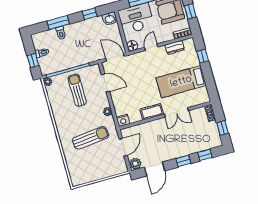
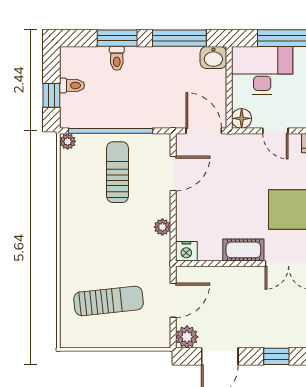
window: (90, 14) -> (179, 38), width x2.17
door: (151, 47) -> (275, 131), swing flipped
door: (105, 83) -> (173, 173), hinge flipped
sun lounger: (91, 138) -> (109, 301), moved

